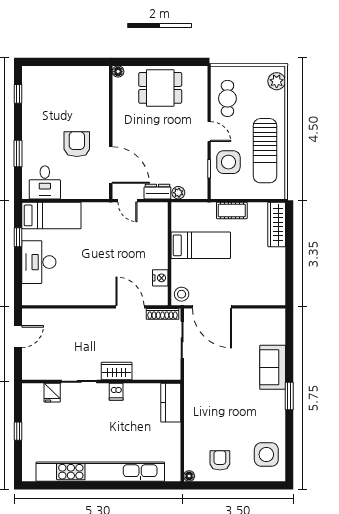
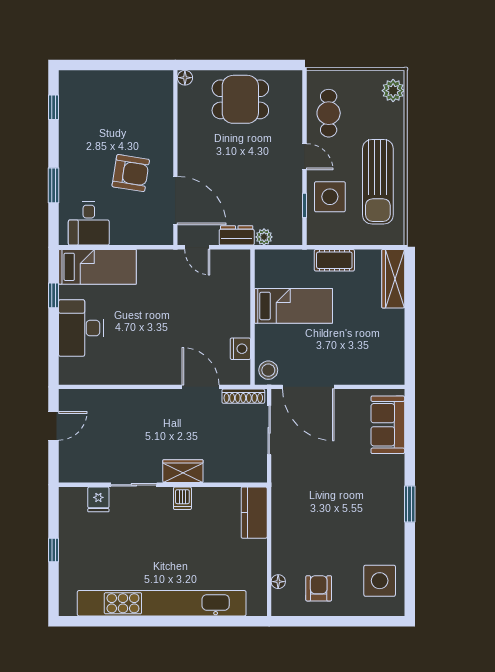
armchair: (77, 144) -> (131, 173), turned 99
sofa: (273, 367) -> (388, 425), moved
floor lamp: (189, 476) -> (278, 582), moved

